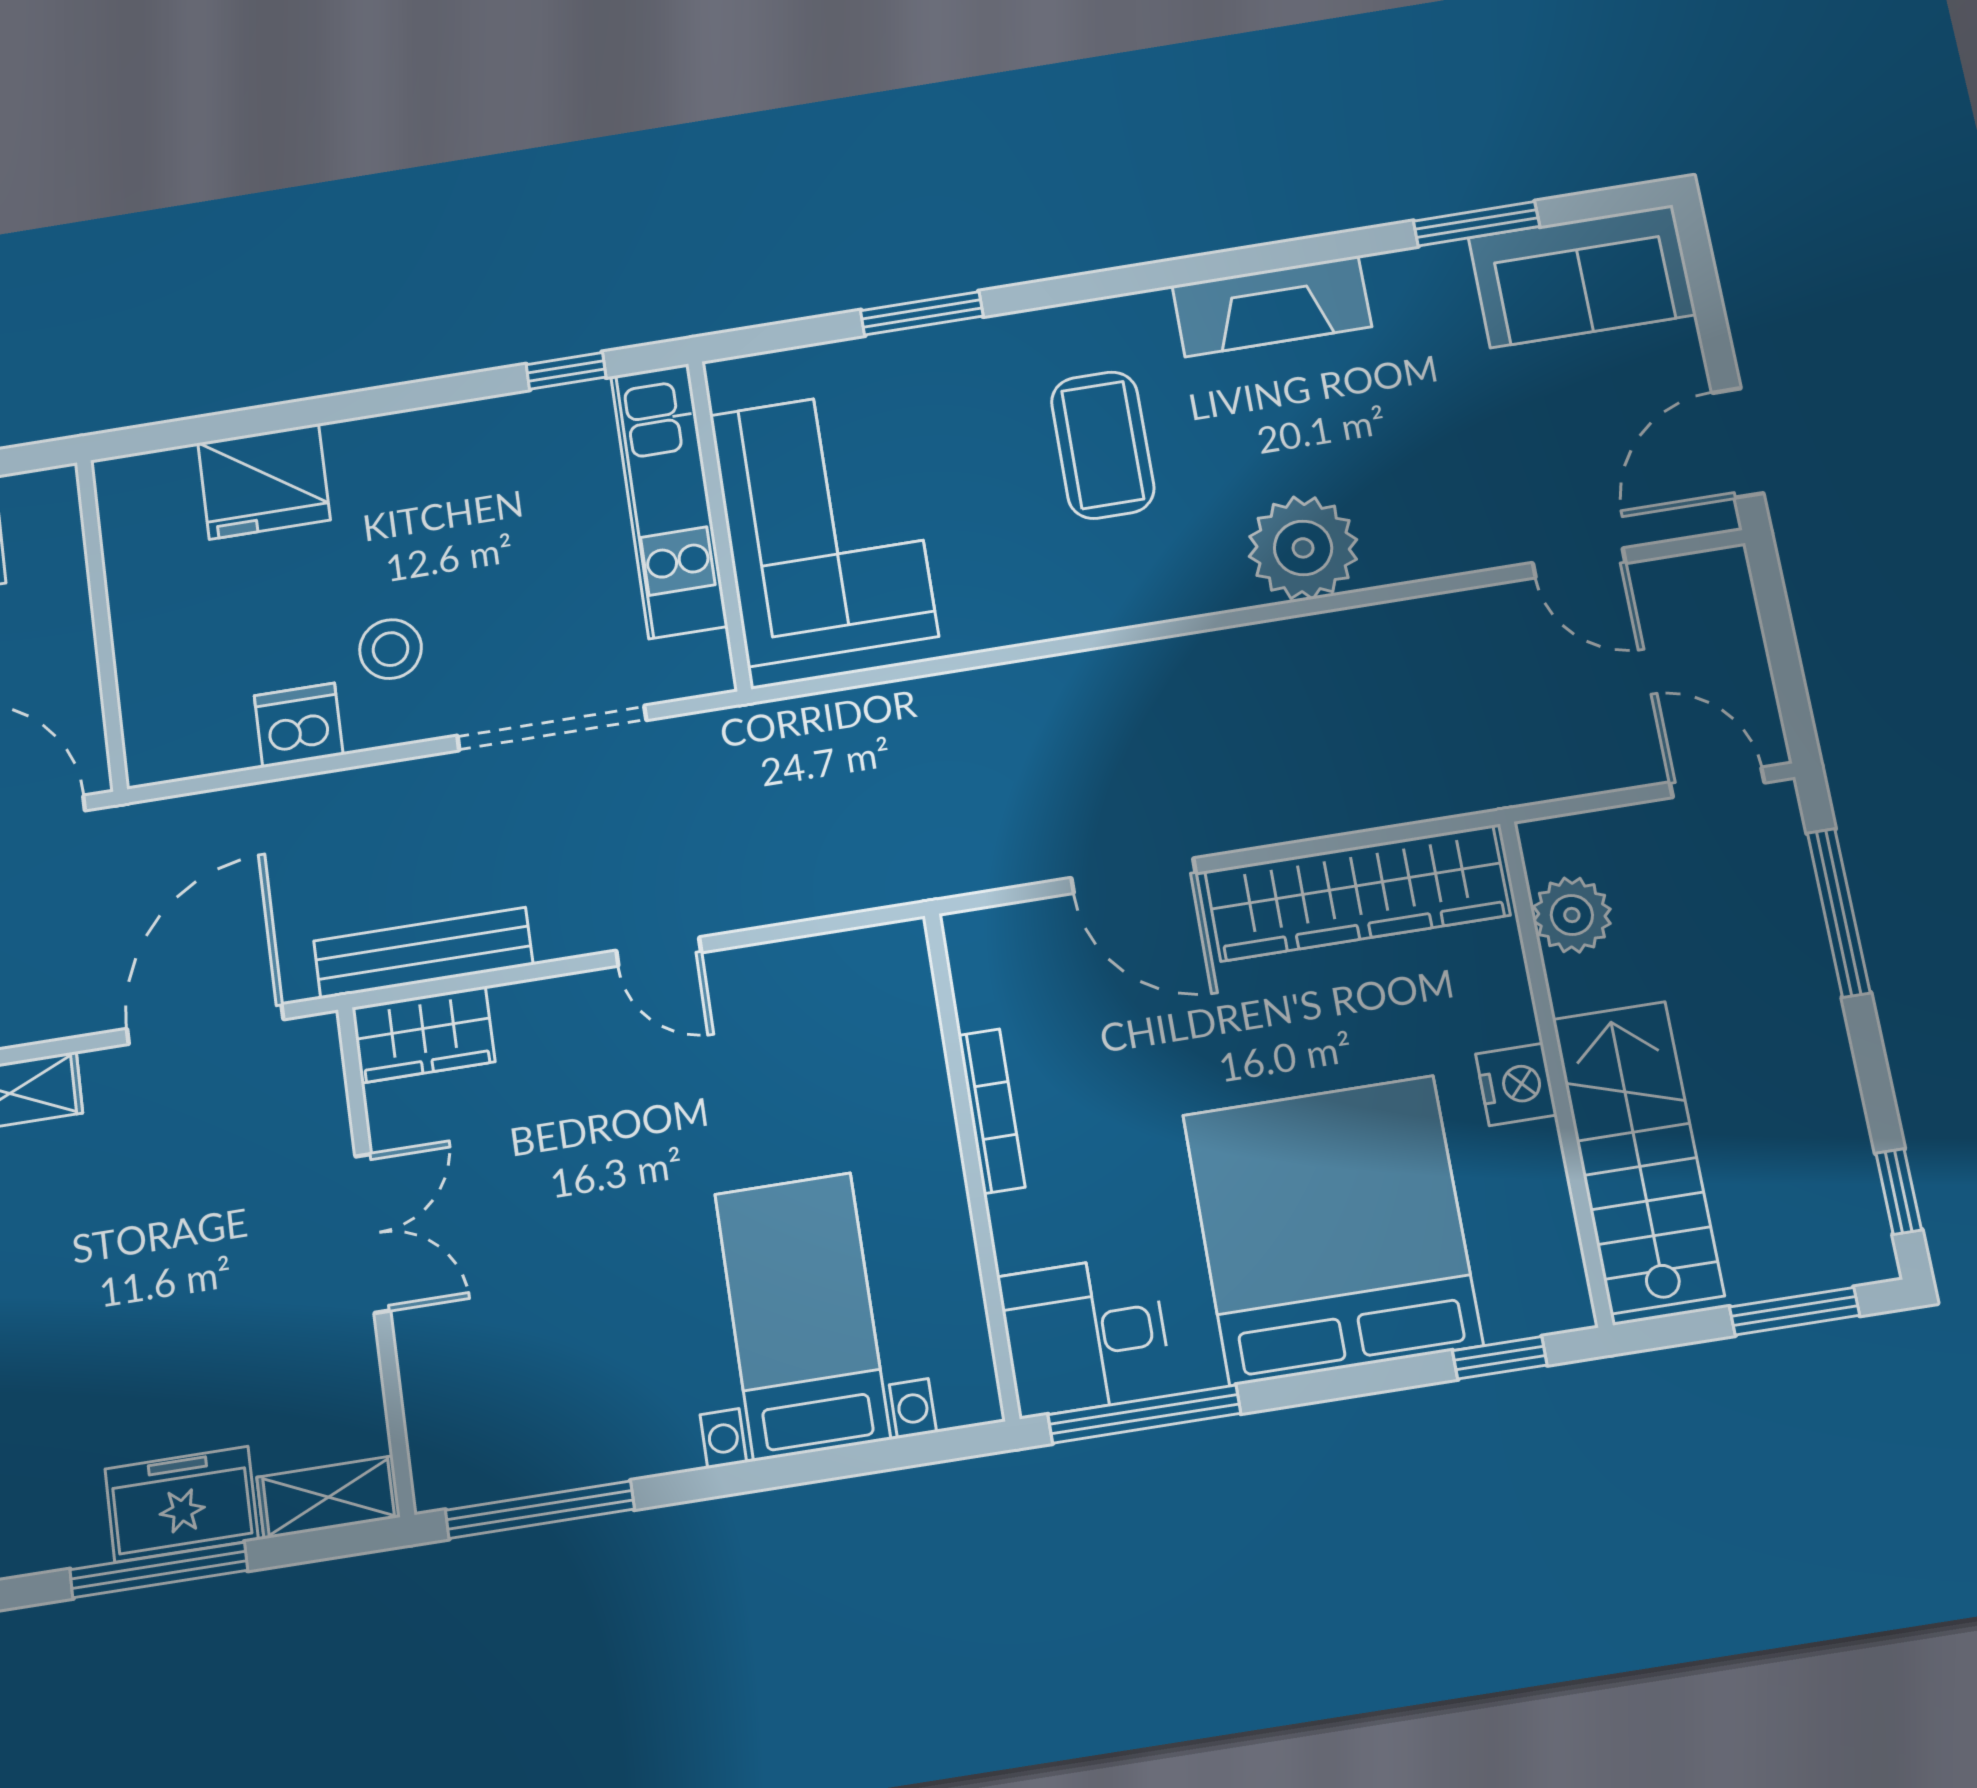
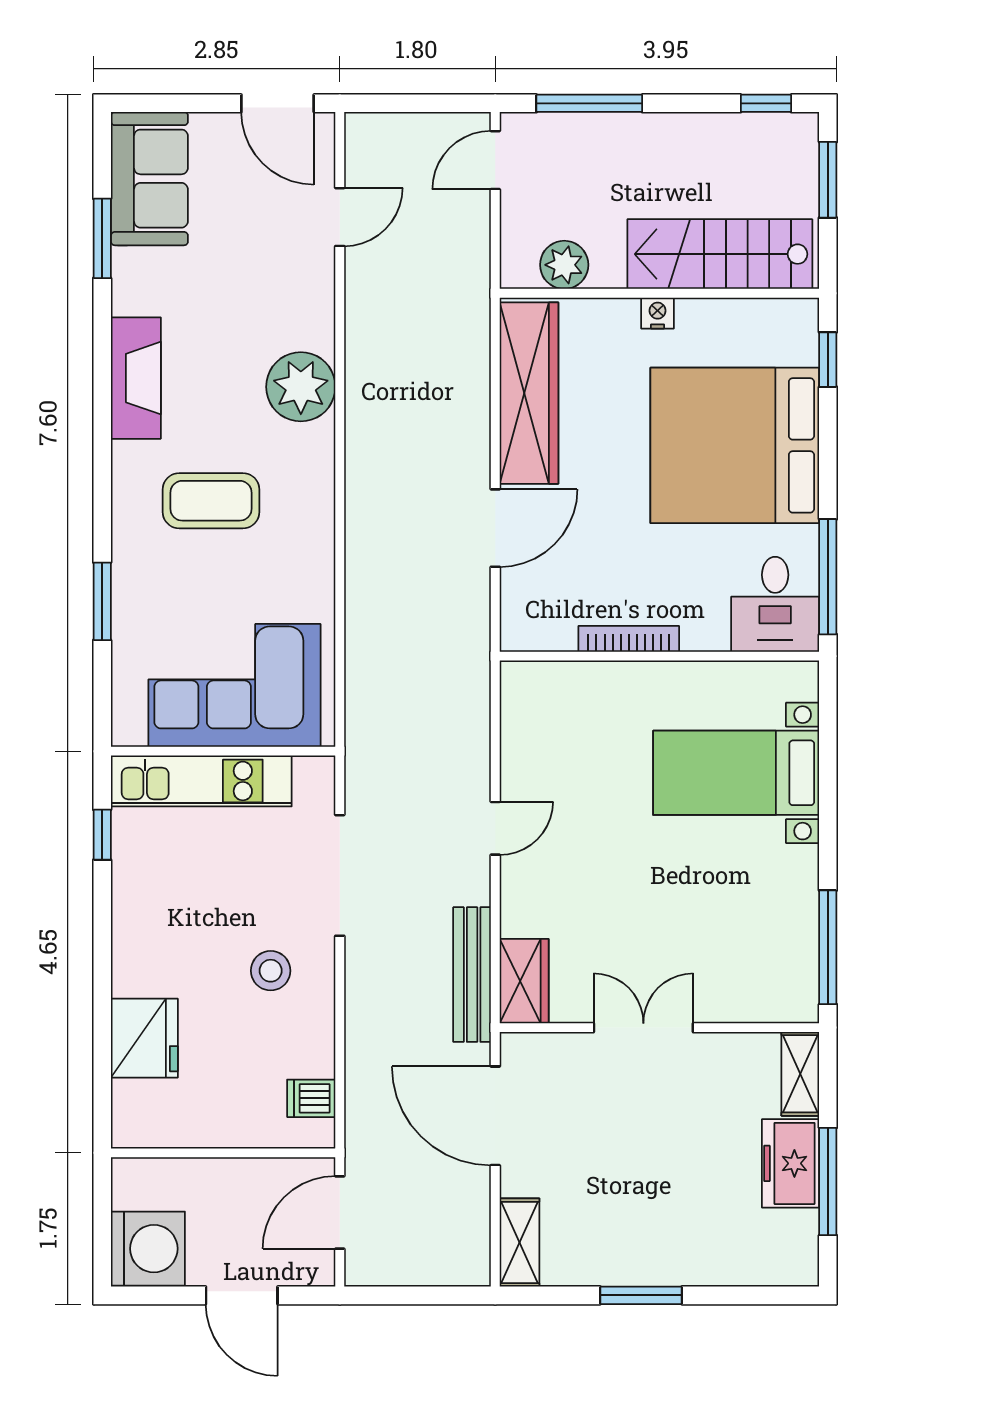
dishwasher: (299, 725) -> (311, 1098), moved, width x0.73
nightstand: (1516, 1084) -> (658, 313), width x0.72, depth x0.74

